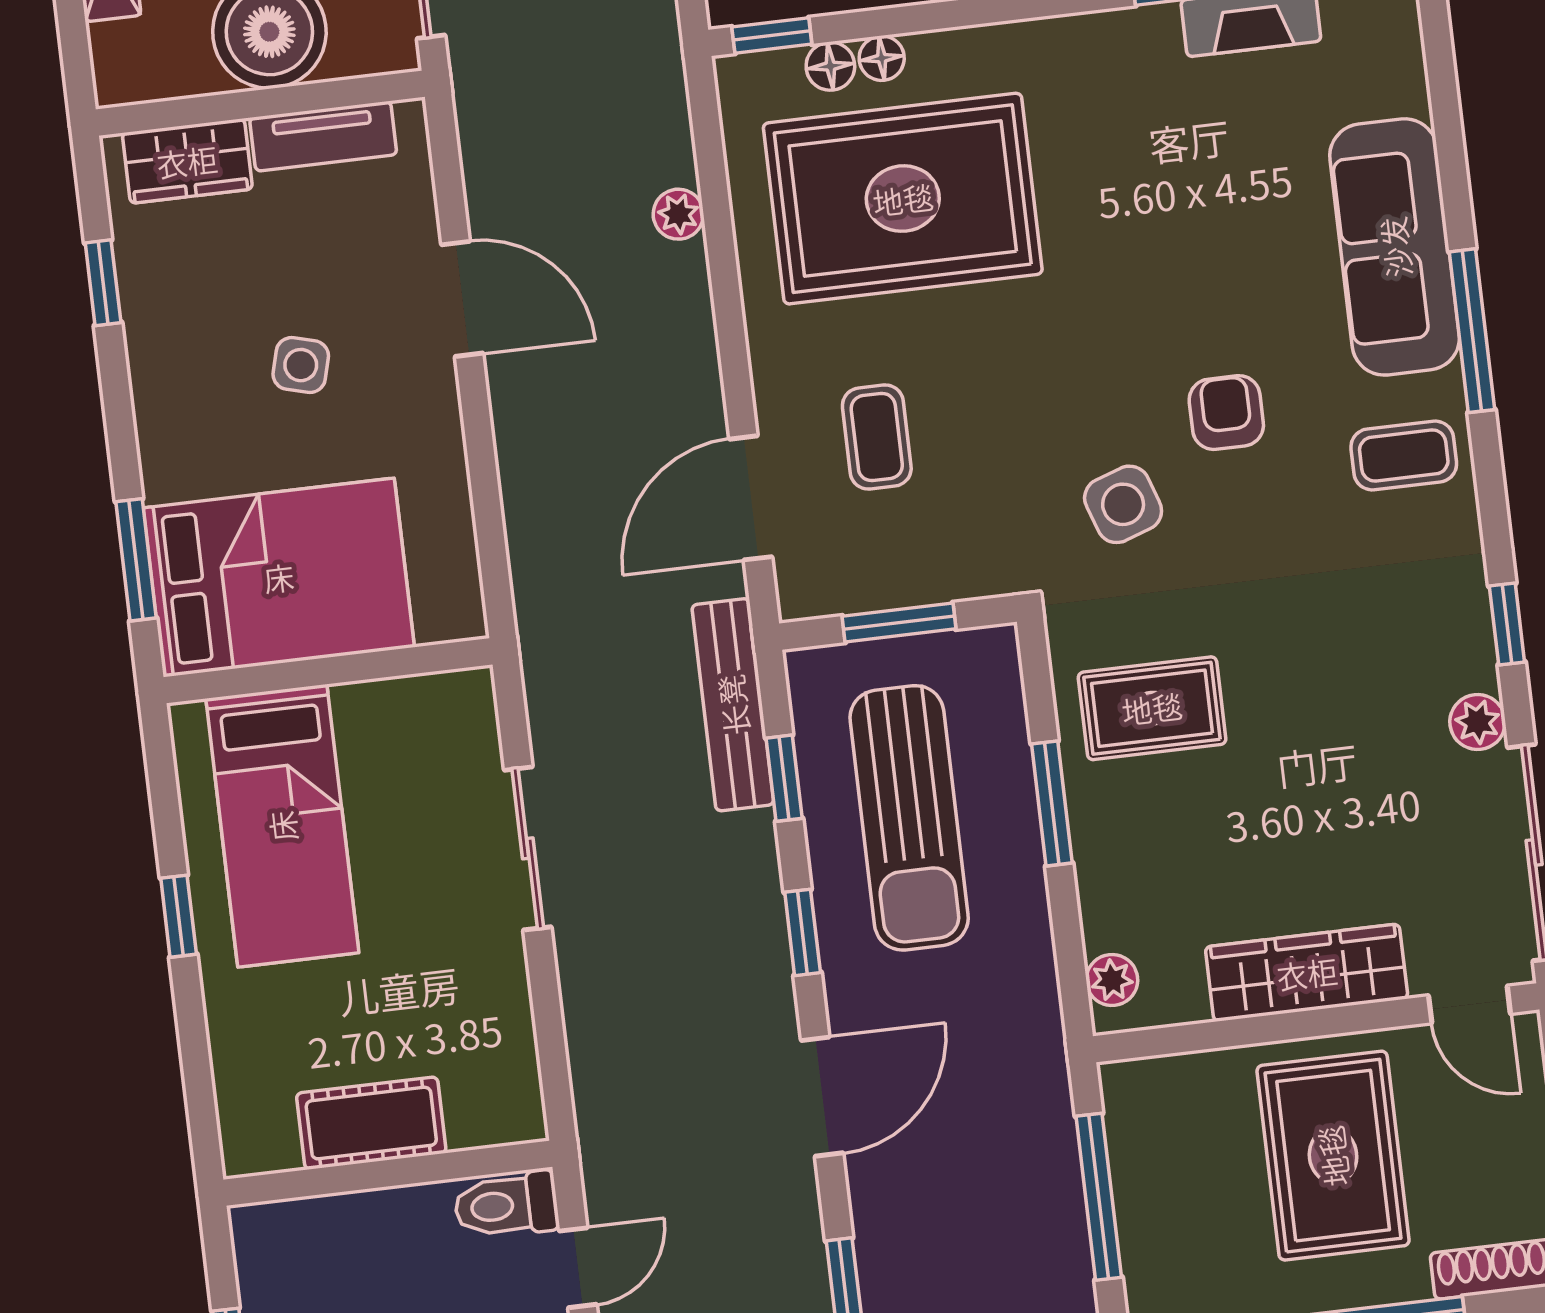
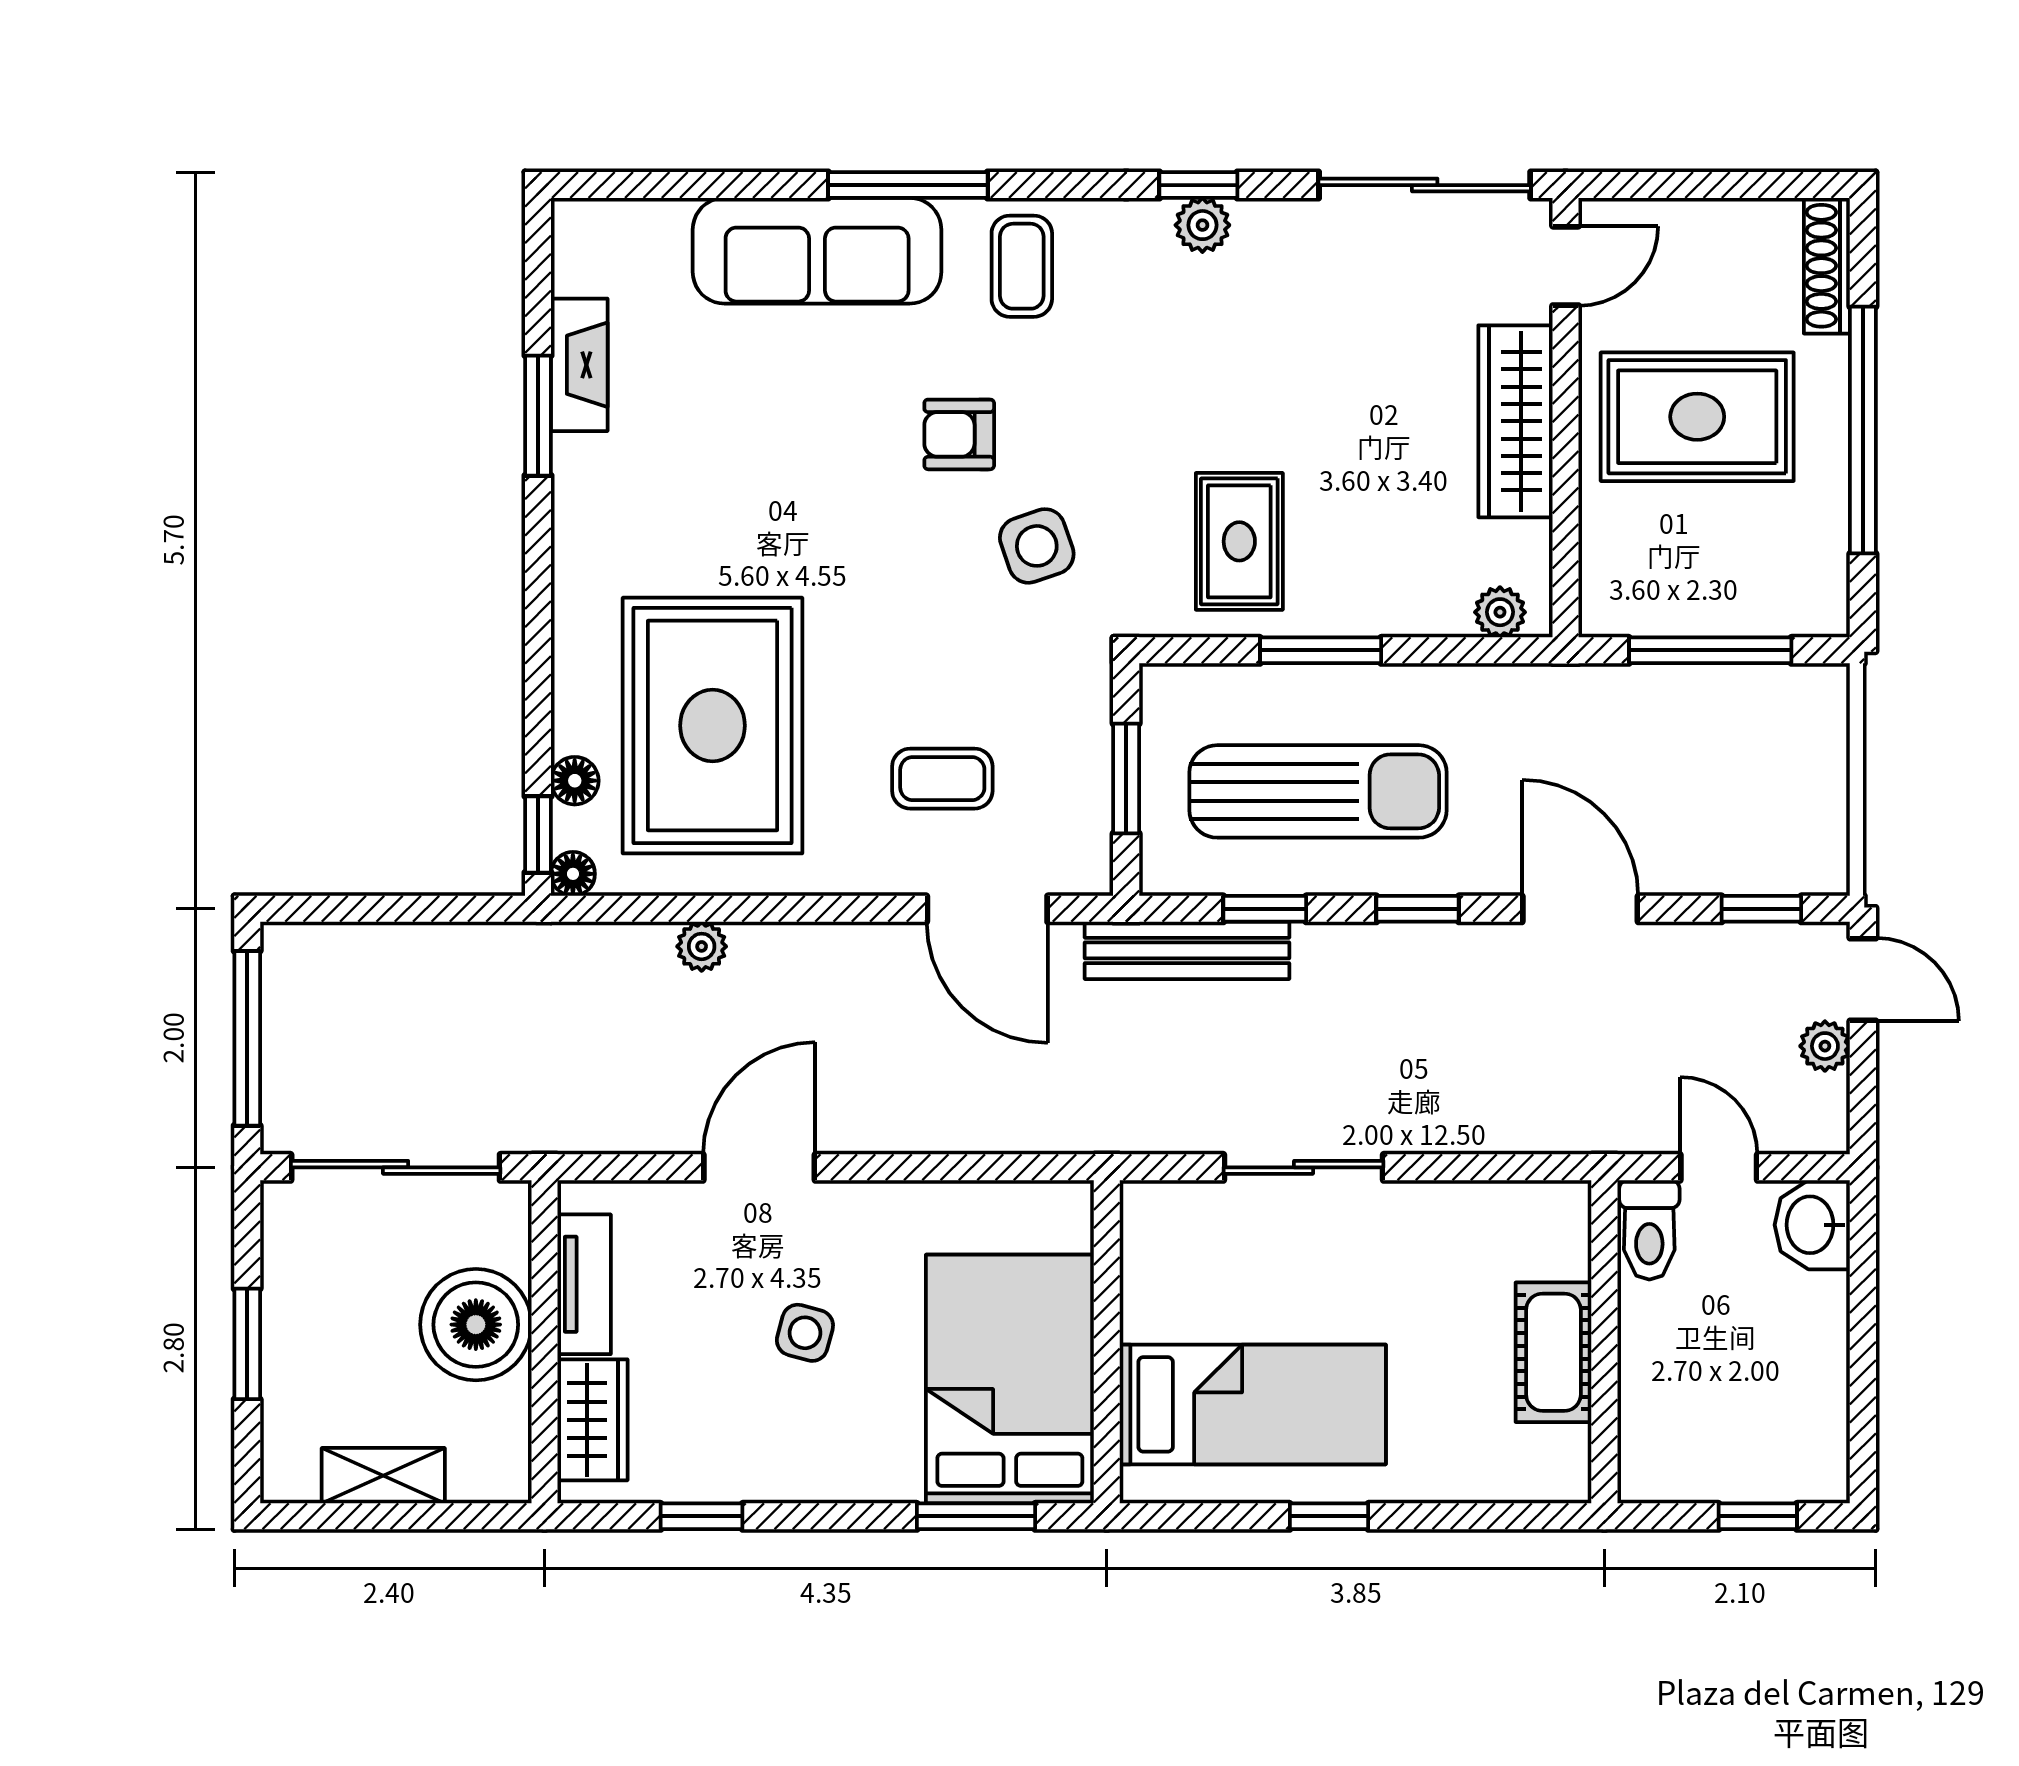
floor lamp: (882, 58) -> (573, 874), moved
plant: (1478, 722) -> (1202, 225), moved

